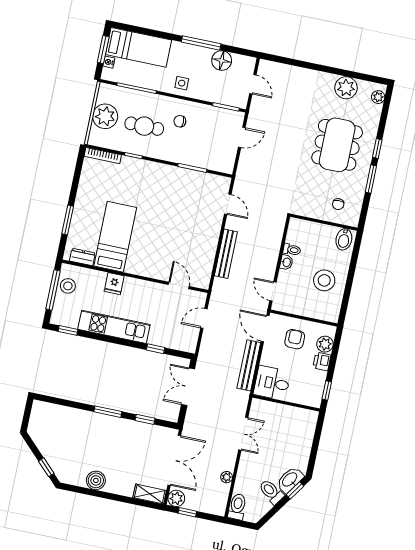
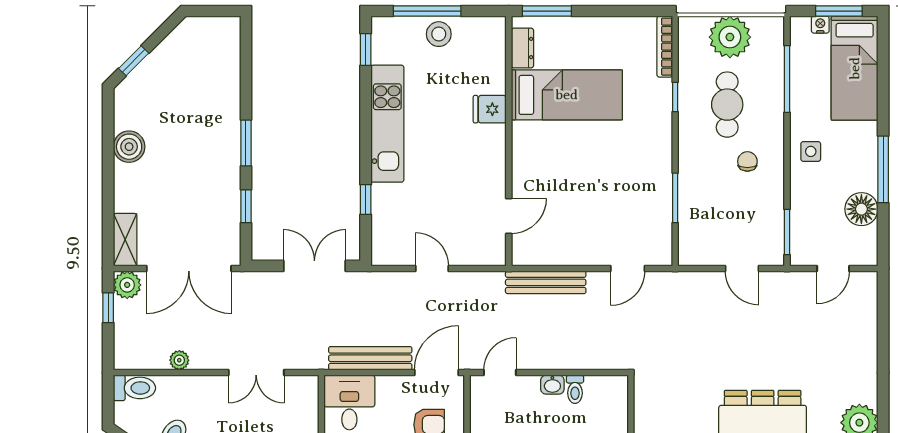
bed: (115, 237) -> (567, 95), moved
dresser: (82, 257) -> (522, 48), moved
wall: (135, 276) -> (509, 141), moved
fridge: (114, 284) -> (490, 109), moved
door: (179, 285) -> (509, 216), moved

